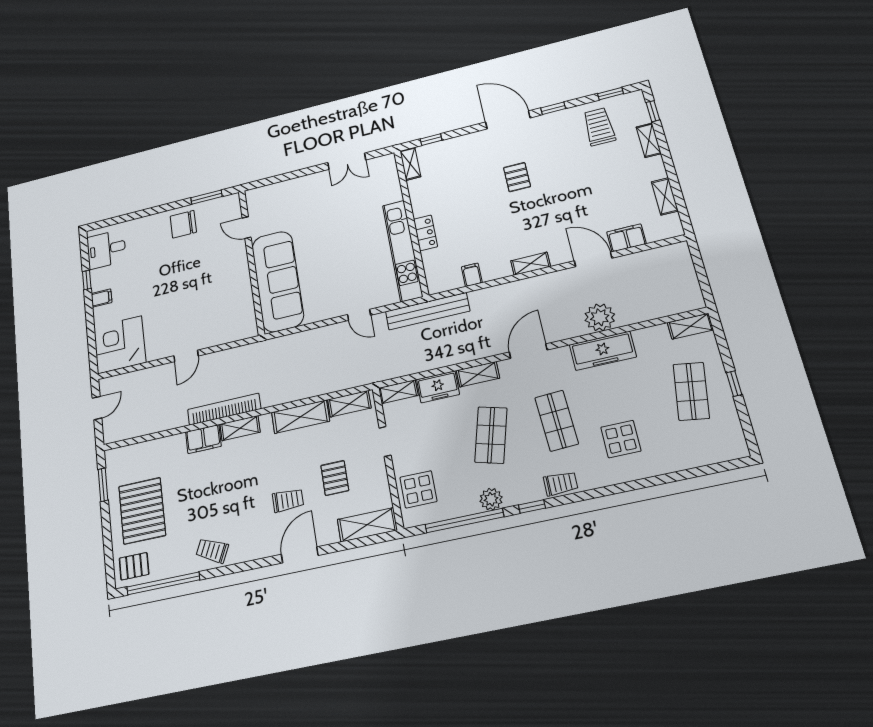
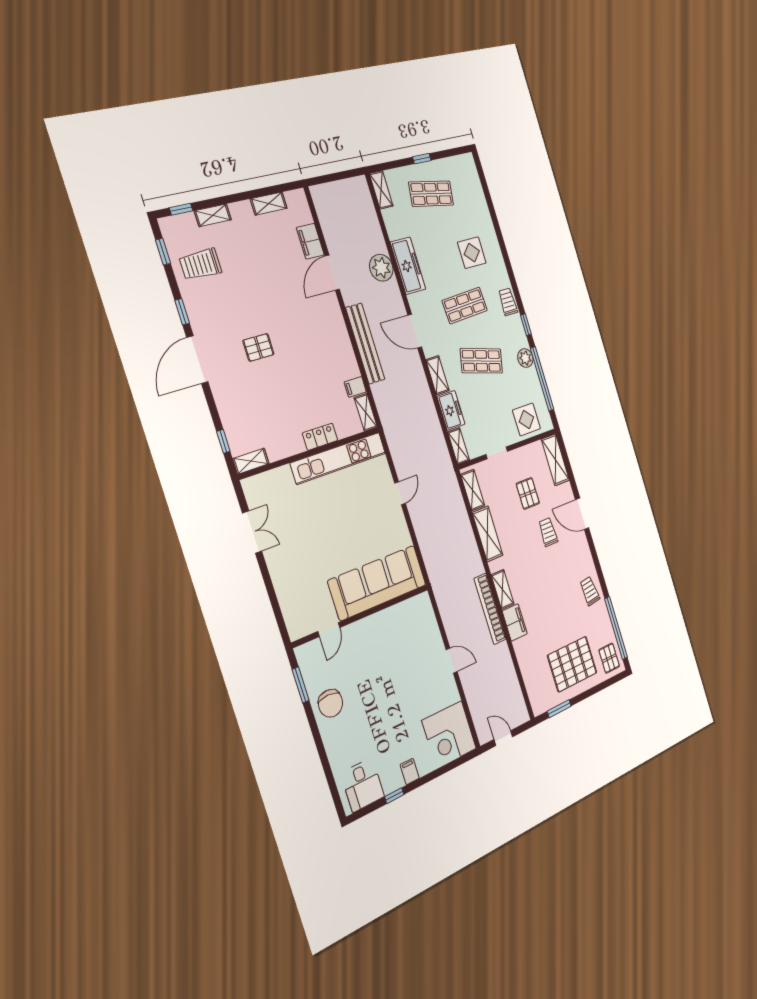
shelving: (531, 264) -> (366, 412), moved
bench: (428, 311) -> (365, 344), moved
pallet: (335, 478) -> (528, 493), turned 90
trolley: (212, 551) -> (590, 591), turned 148

